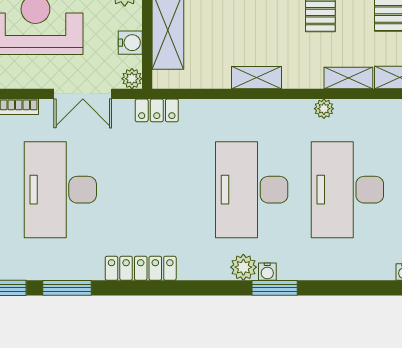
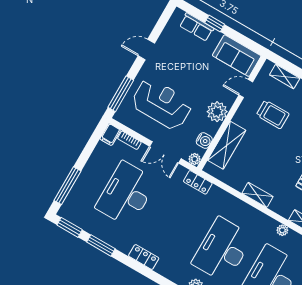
locker: (141, 268) -> (144, 257), width x0.66

